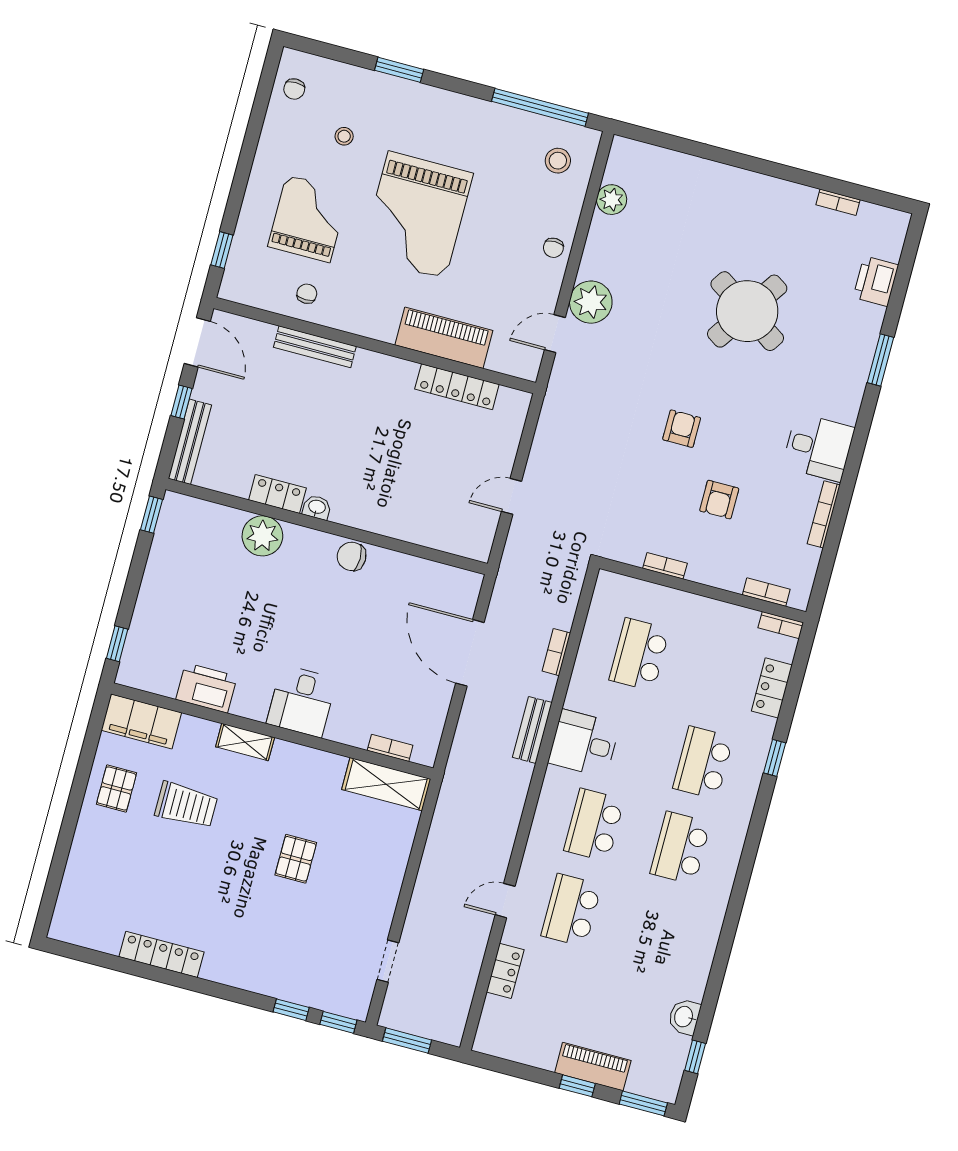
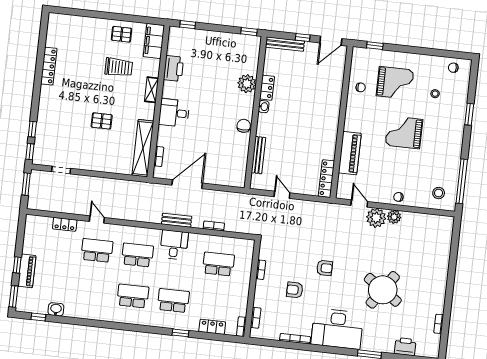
plant: (612, 200) -> (394, 217), moved
grand piano: (417, 215) -> (404, 132), width x0.73, depth x0.68
bench: (315, 347) -> (259, 155), moved
locker: (457, 387) -> (327, 179), moved
desk: (818, 447) -> (337, 329), width x1.87, depth x1.30
door: (470, 653) -> (187, 184), moved
shelving: (386, 784) -> (143, 148), width x1.47
trolley: (186, 805) -> (119, 67), turned -90

